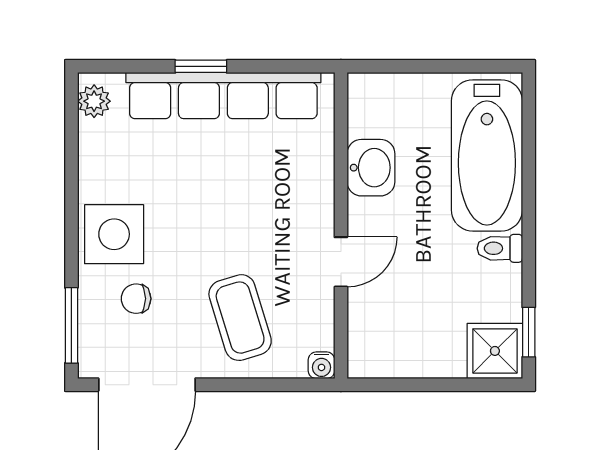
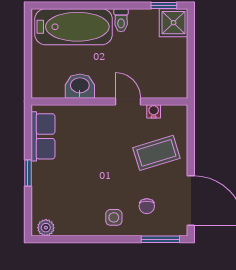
row of seats: (223, 96) -> (43, 136), width x0.50
side table: (114, 234) -> (114, 217), width x0.54, depth x0.54
water cooler: (321, 365) -> (154, 111), moved, turned -90

